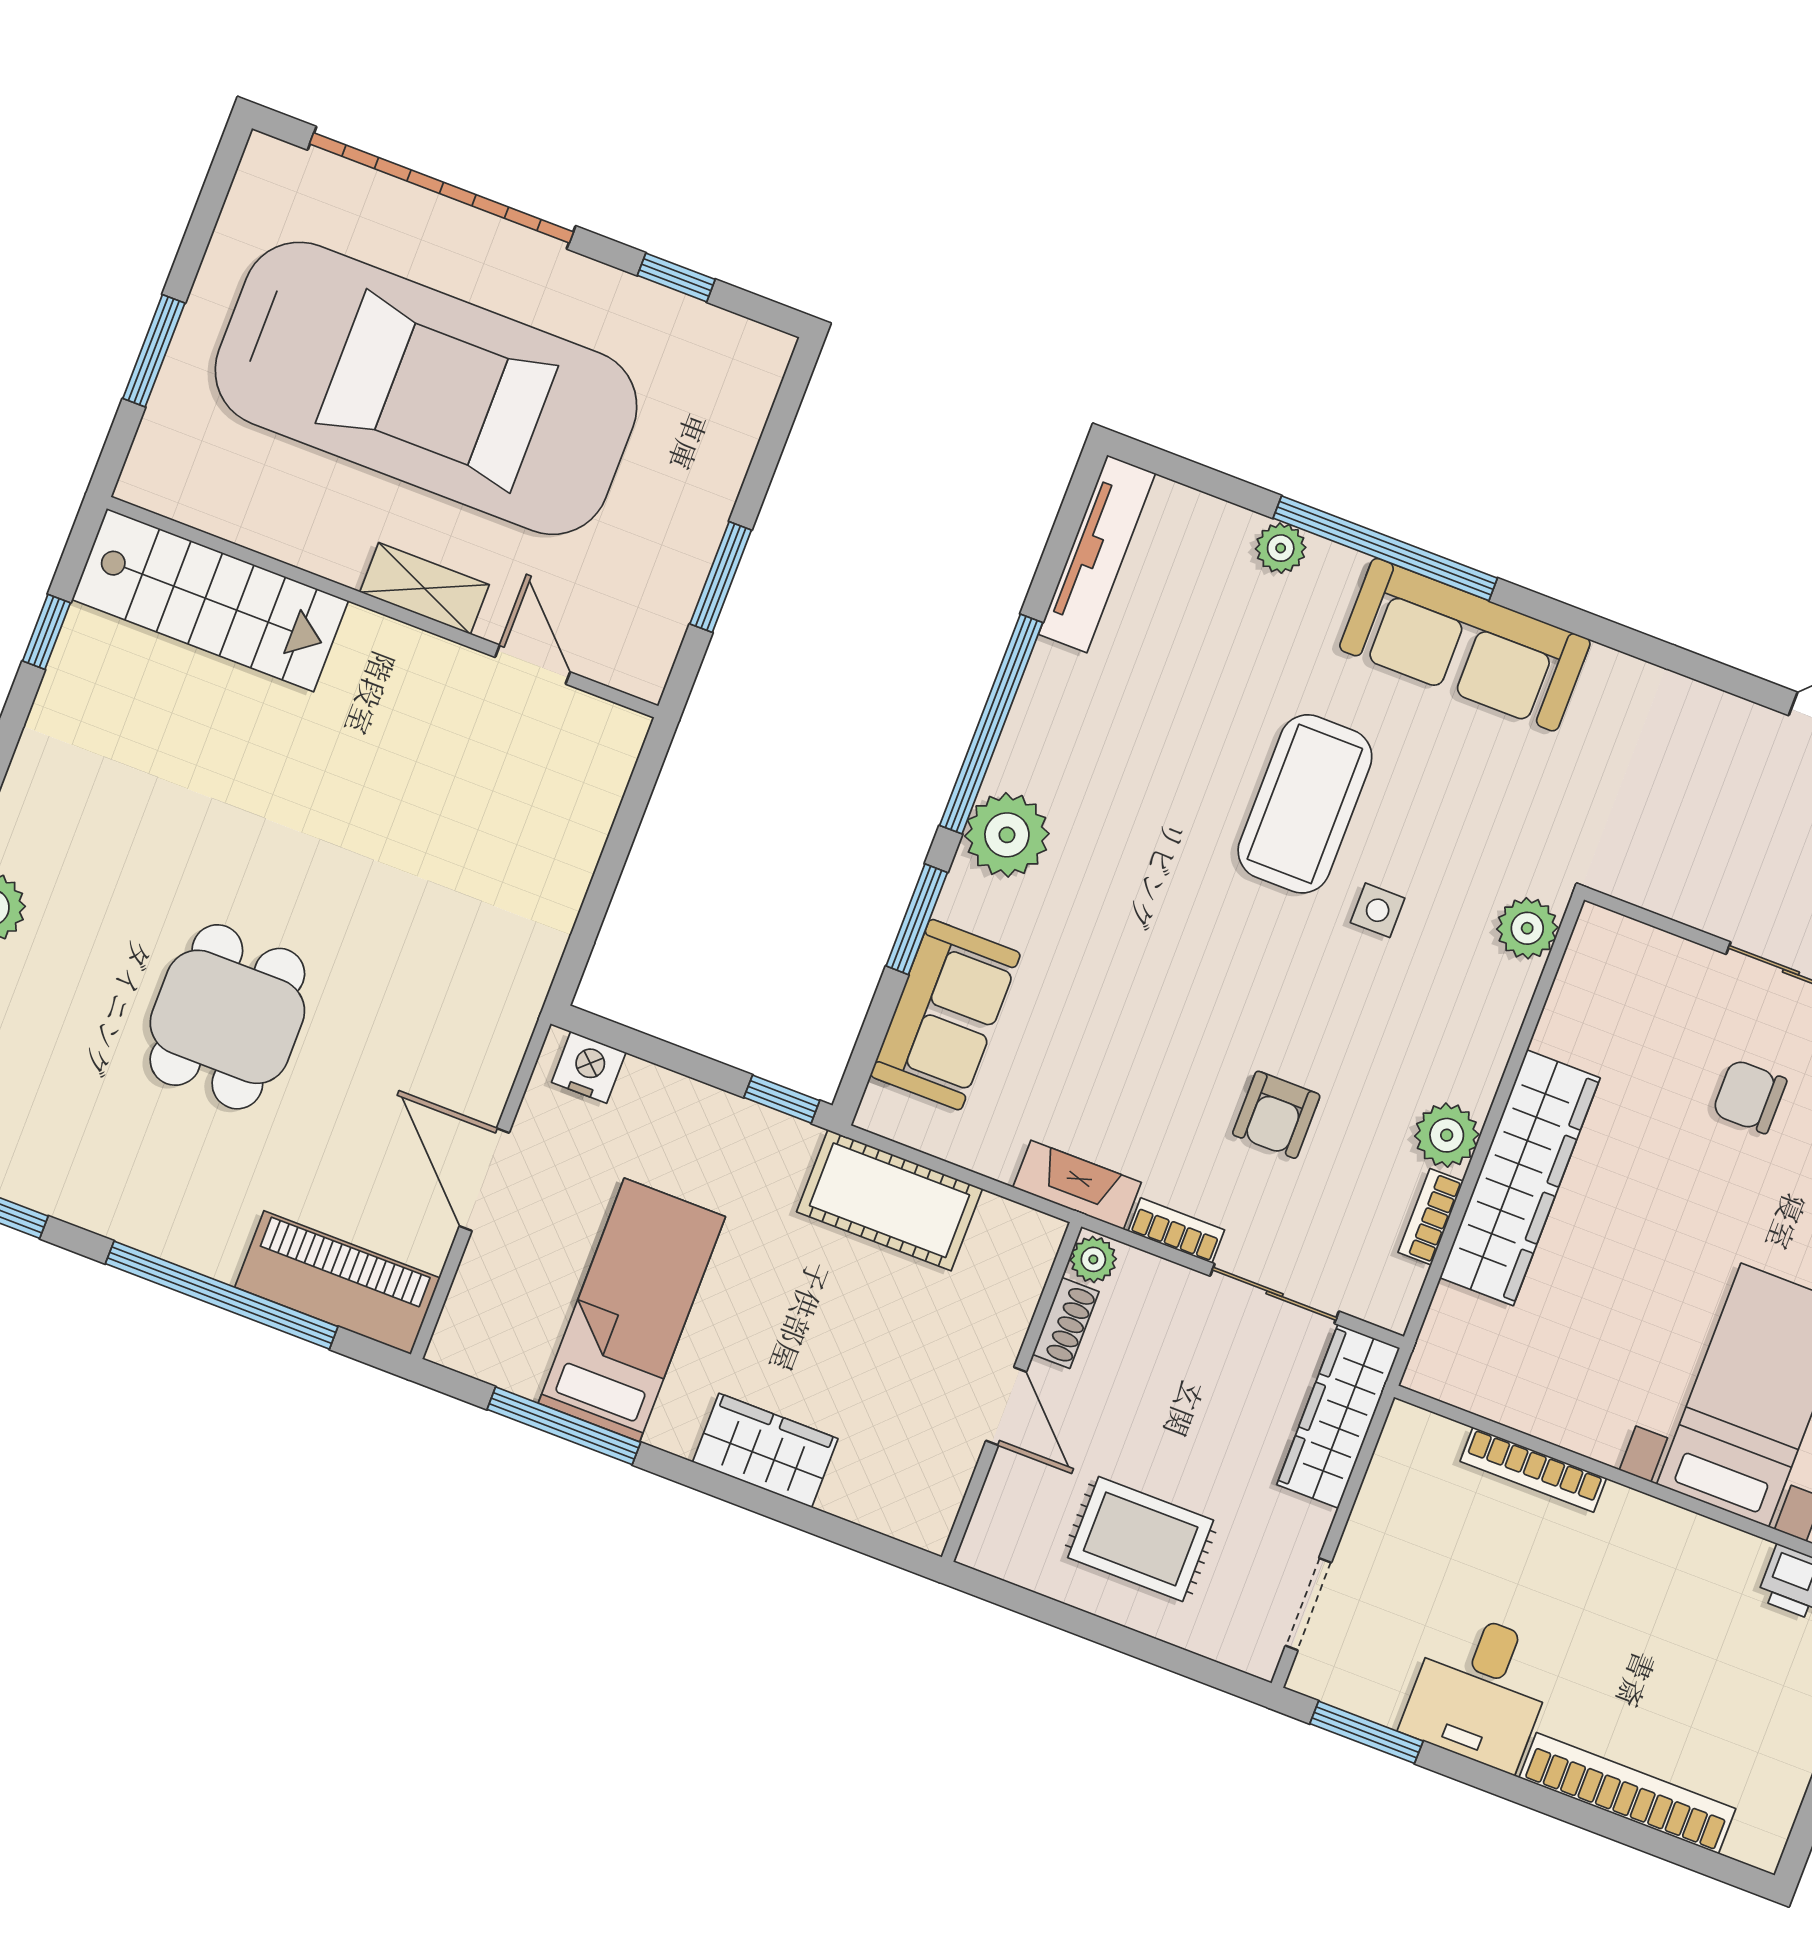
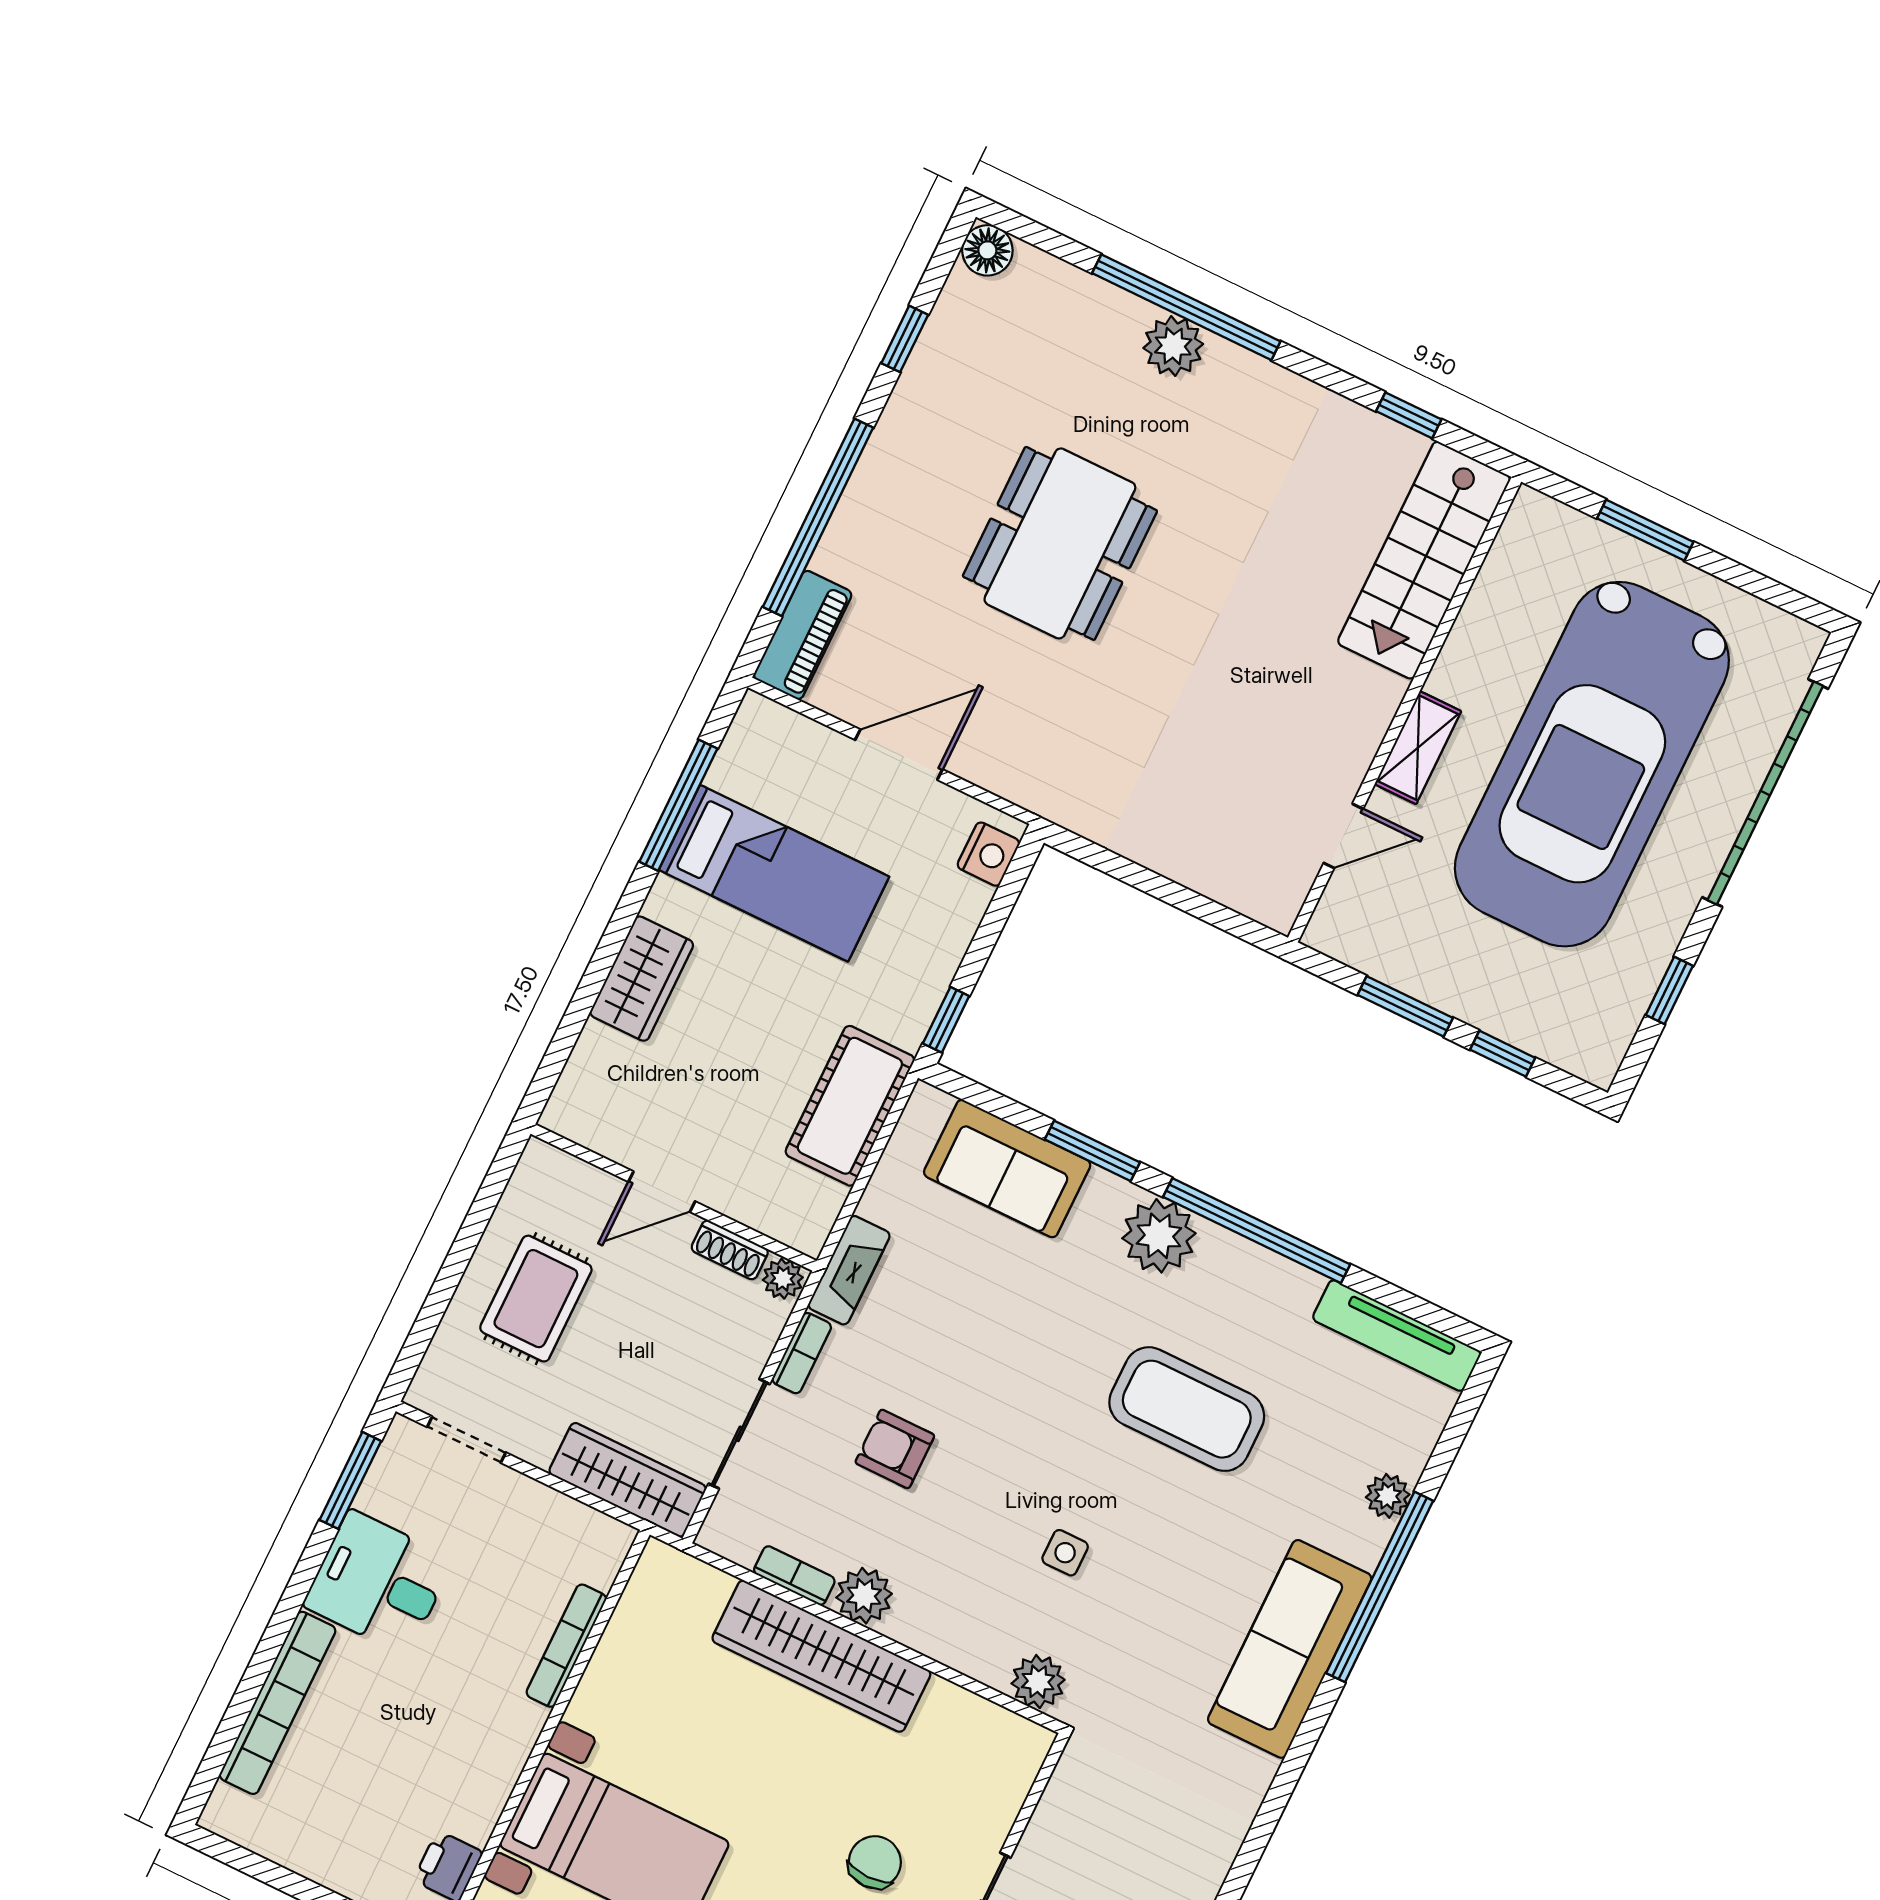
window: (765, 461) -> (1503, 1054), added
coffee table: (1305, 804) -> (1187, 1409), moved
dining table: (227, 1017) -> (1060, 543), width x1.37
piano: (337, 1283) -> (803, 635), width x0.73, depth x0.75

